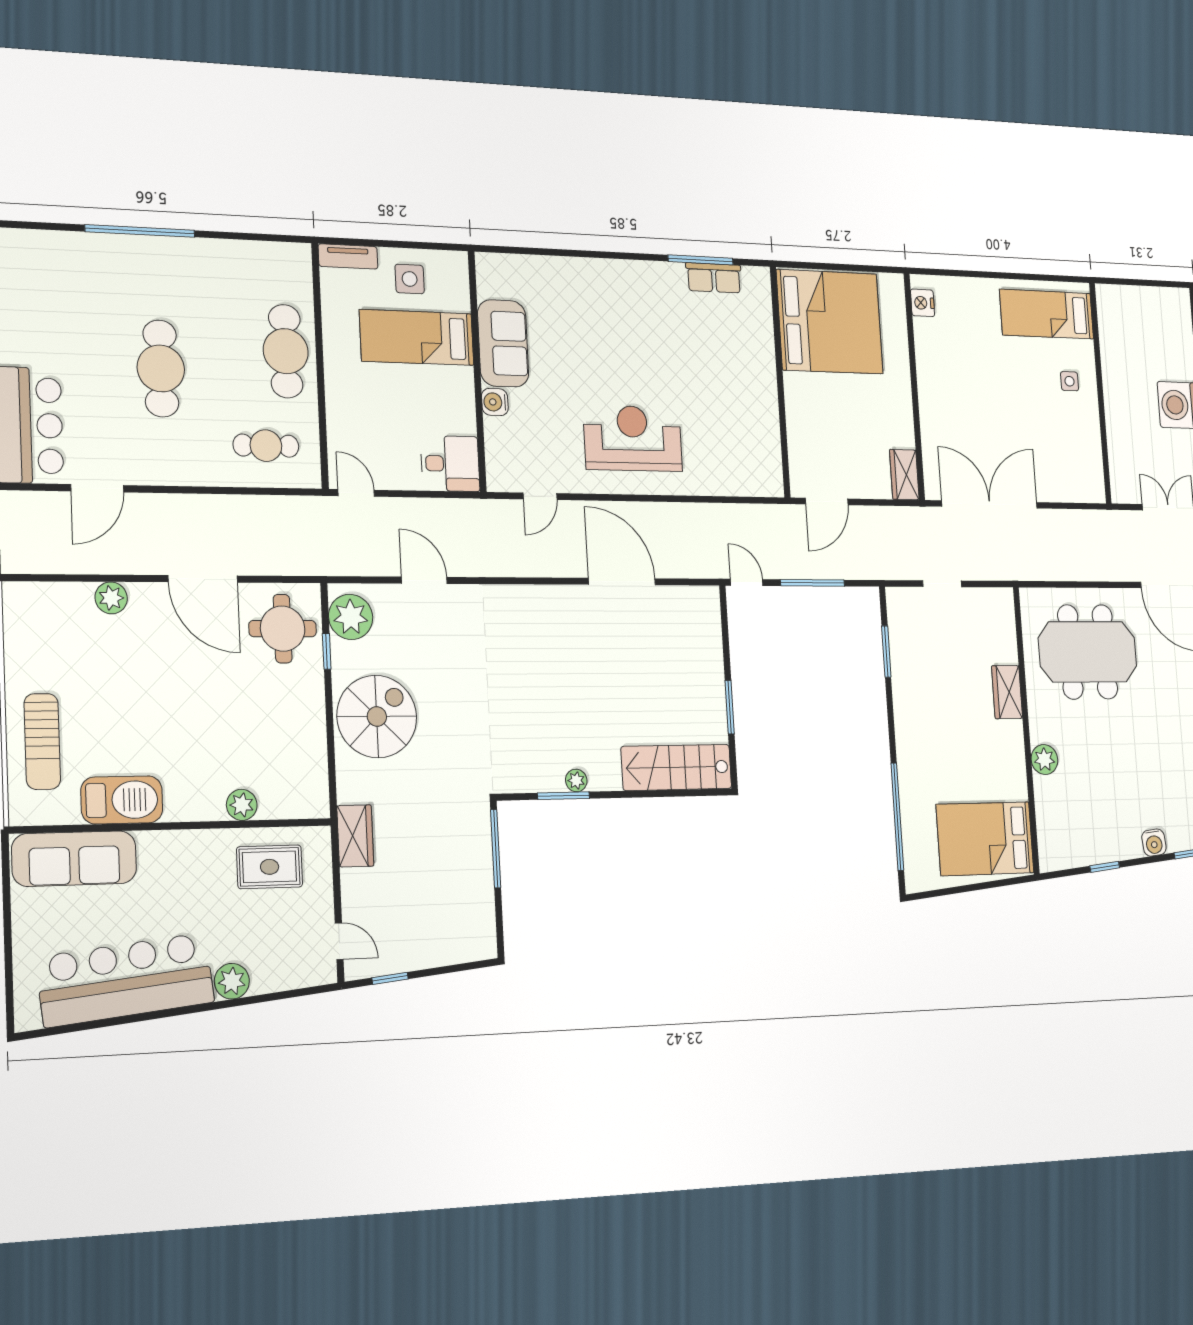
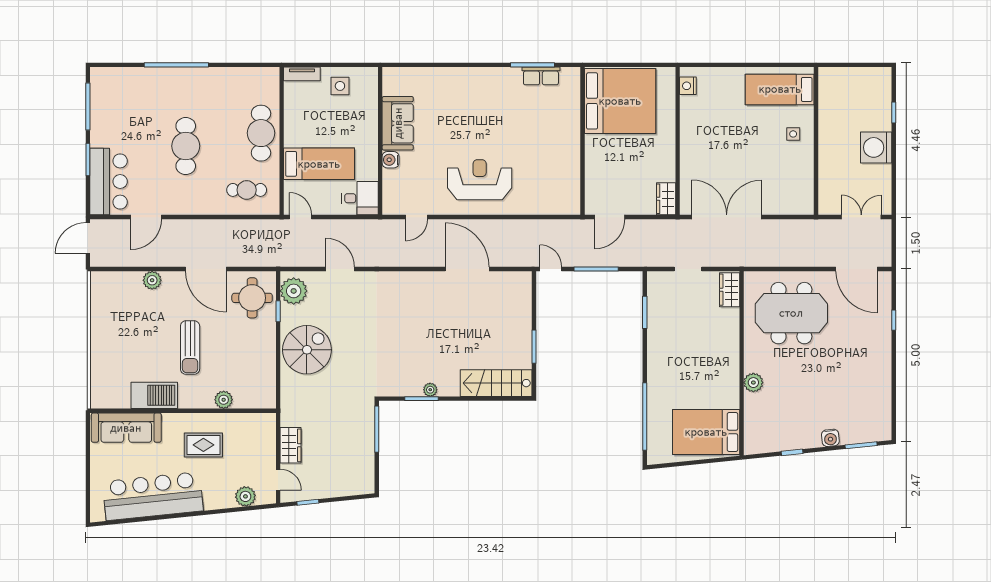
bed: (417, 337) -> (319, 164), moved, turned 180
wardrobe: (1007, 692) -> (730, 290), moved
sun lounger: (42, 741) -> (190, 348), moved
wardrobe: (355, 836) -> (291, 445), moved
rug: (270, 867) -> (203, 445), moved
plant: (232, 981) -> (245, 496), moved

